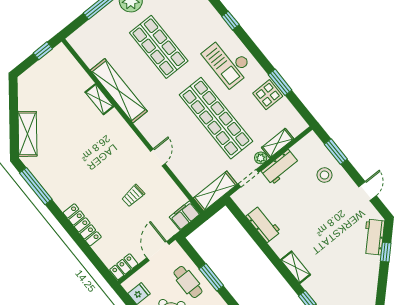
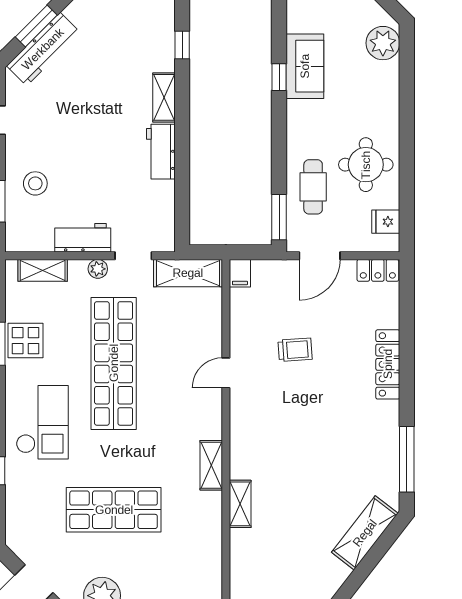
shop shelf: (159, 47) -> (114, 510), turned 90
shelving: (119, 91) -> (211, 465), width x0.45, depth x0.75
shelving: (278, 143) -> (43, 270), moved
filing cabinet: (185, 215) -> (240, 273), width x0.50
workbench: (263, 224) -> (161, 152), moved
workbench: (374, 237) -> (43, 49), width x1.37
window: (386, 252) -> (36, 26), width x1.50
window: (211, 277) -> (279, 217), moved

